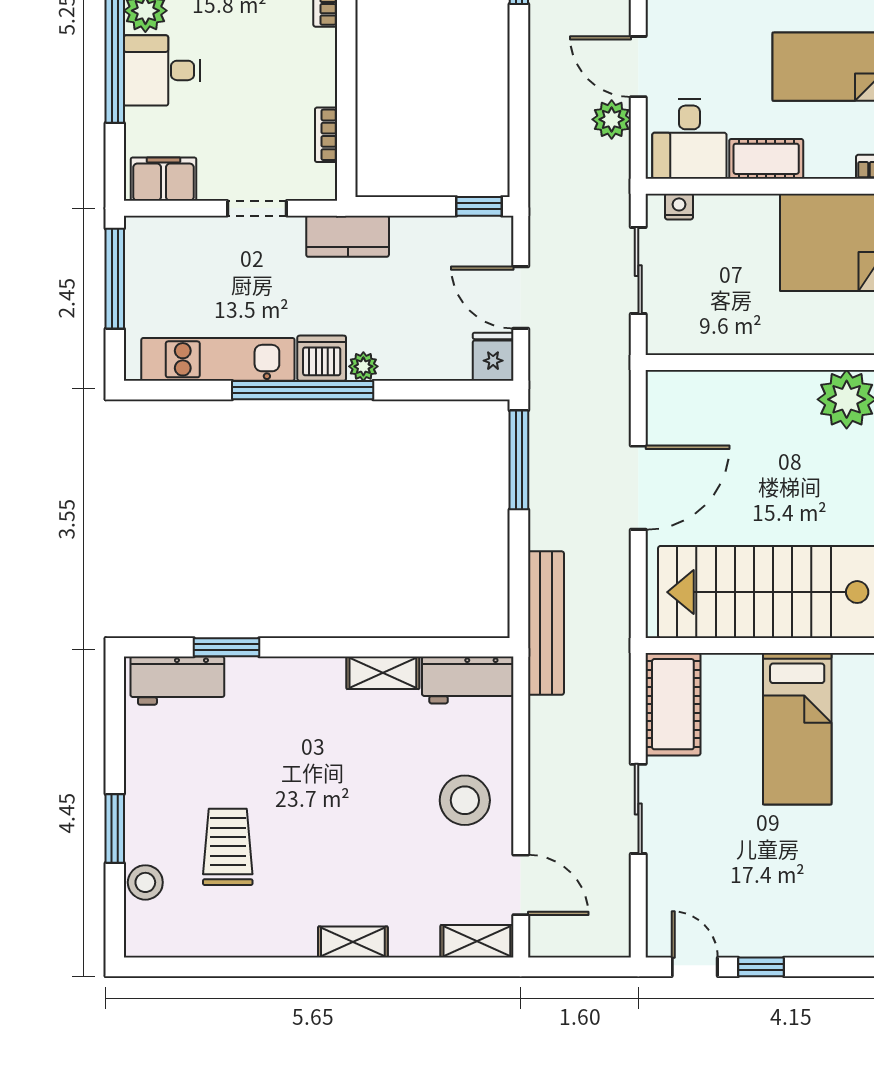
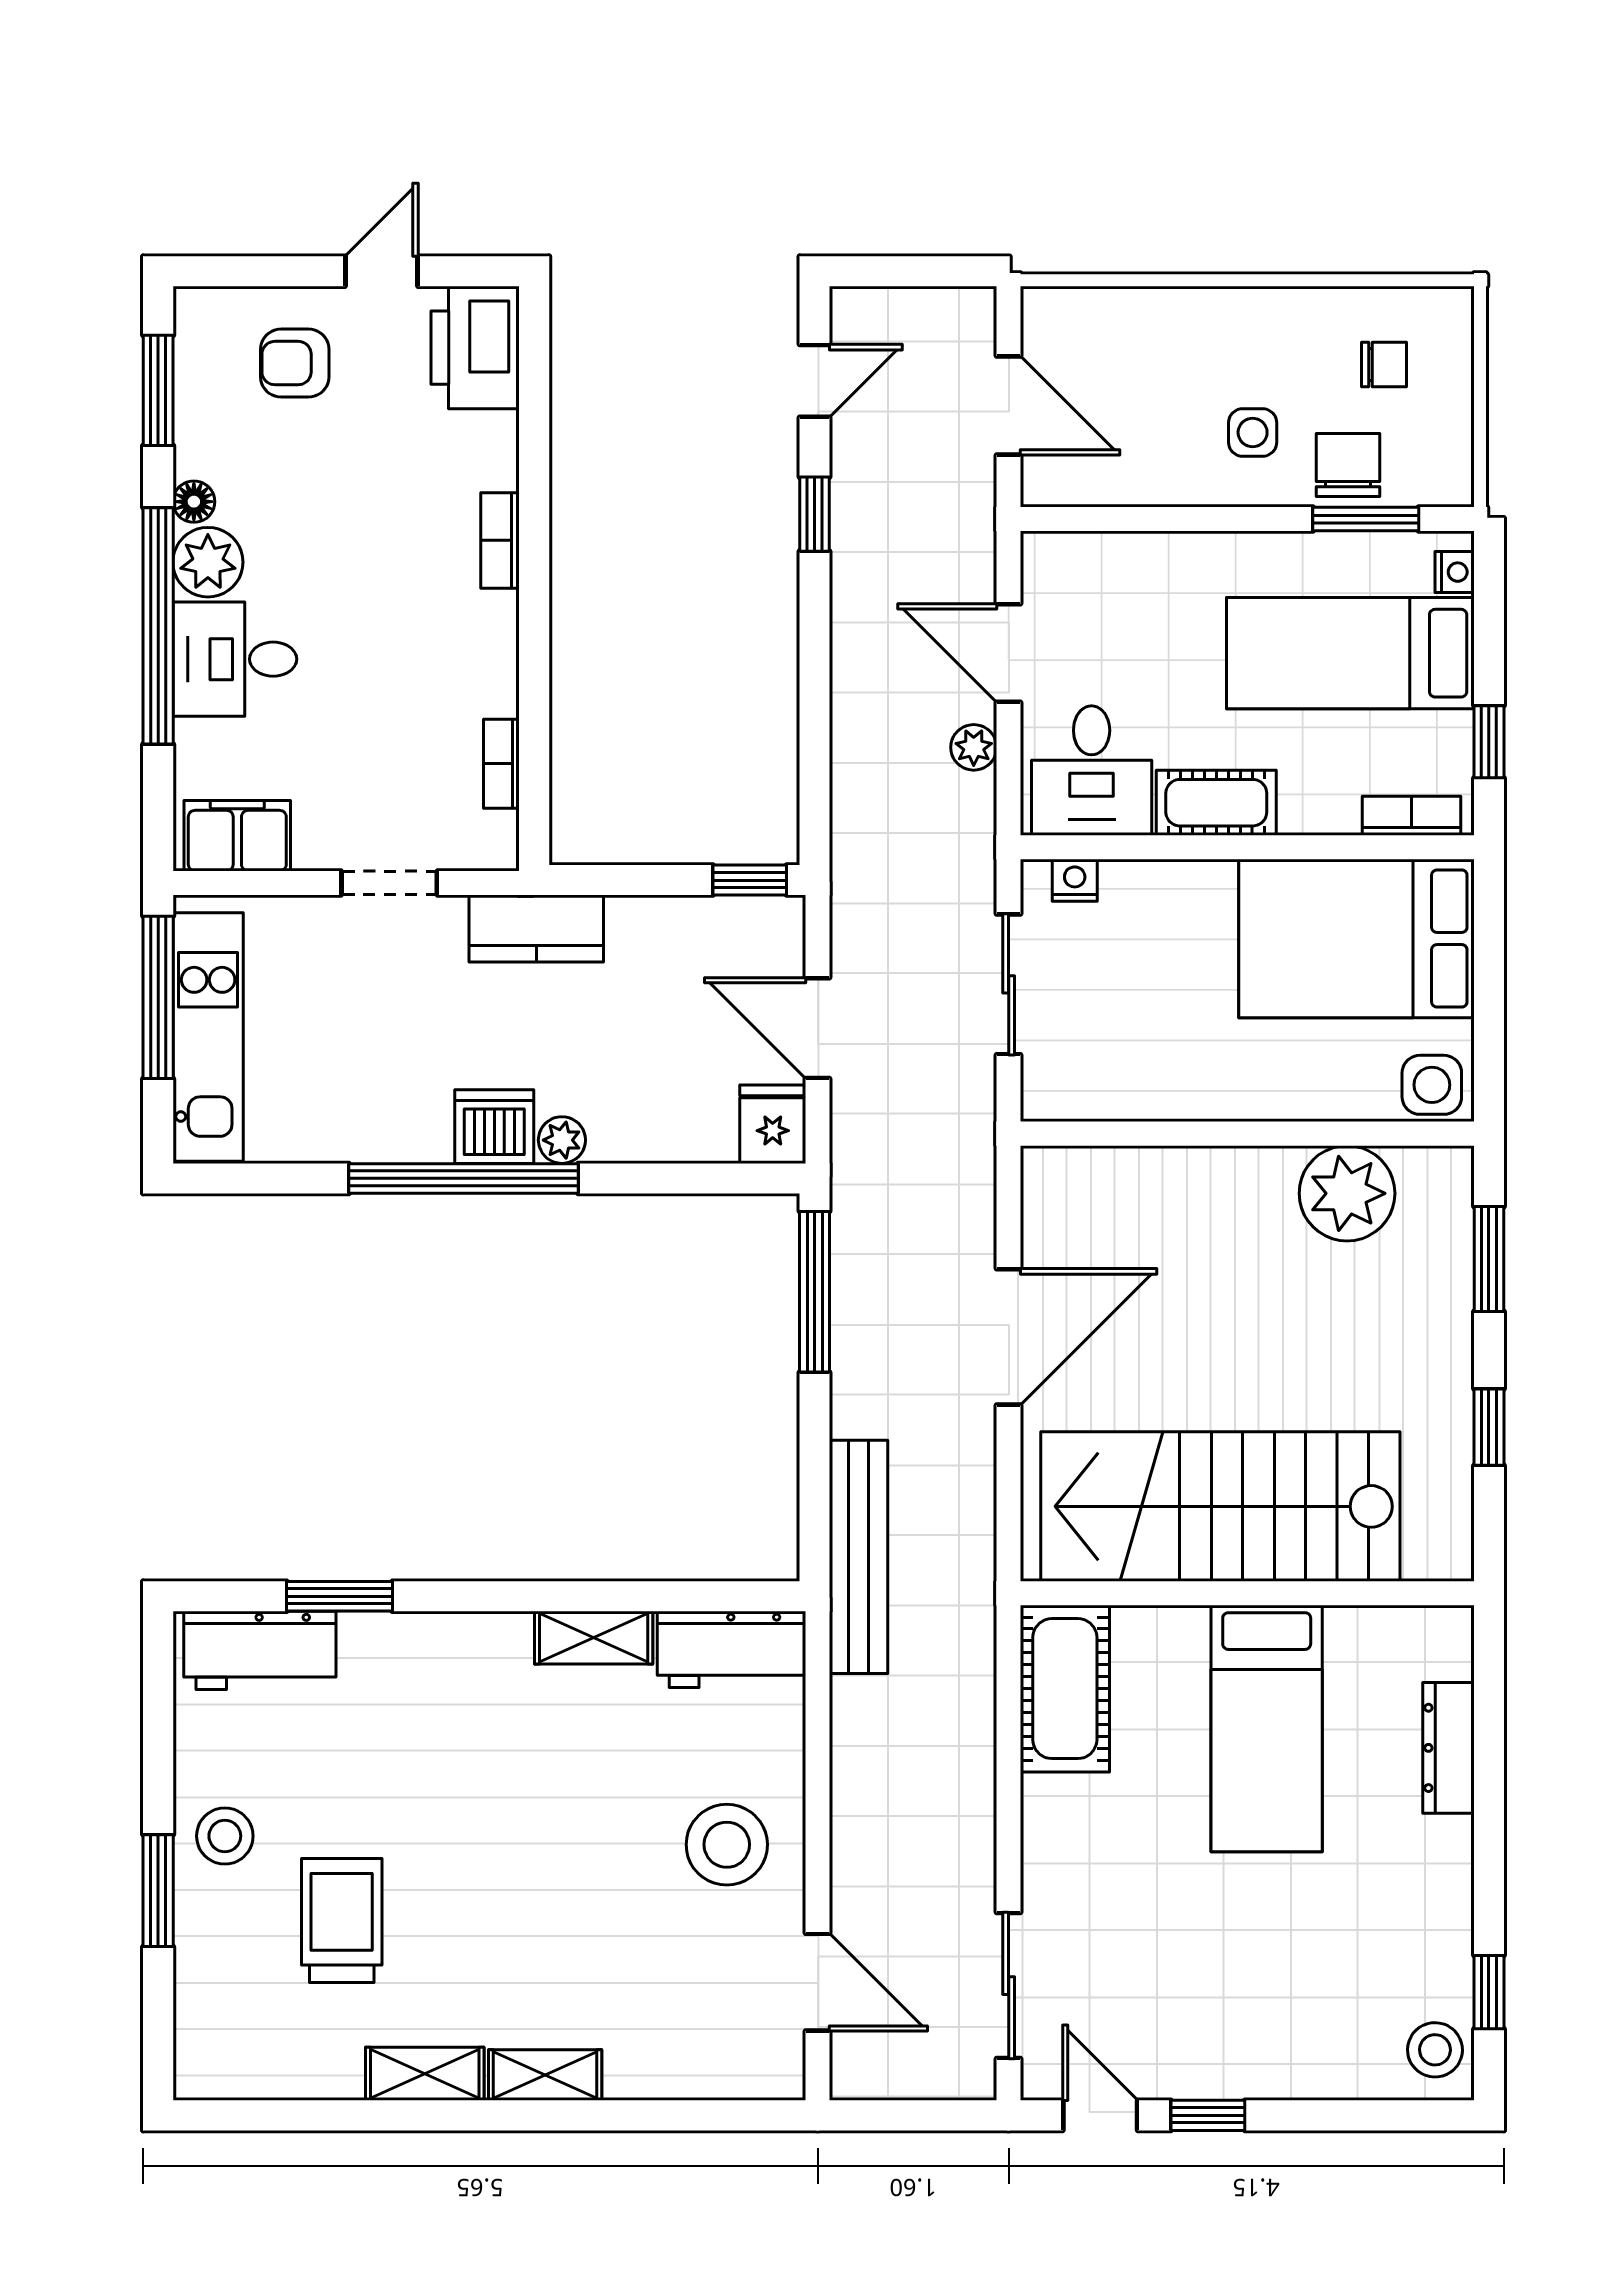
plant: (612, 119) -> (974, 747), width x0.73, depth x0.73
kitchen unit: (218, 359) -> (208, 1037), moved, turned 90
sliding door: (638, 809) -> (1009, 1986), moved
stool: (145, 882) -> (225, 1836), moved
shelving: (477, 941) -> (425, 2074), moved

